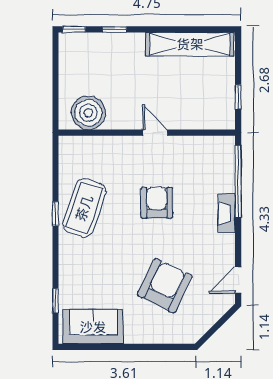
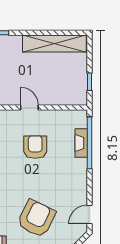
armchair: (157, 203) -> (35, 147), moved
fireplace: (227, 213) -> (81, 143), moved

